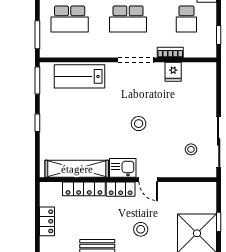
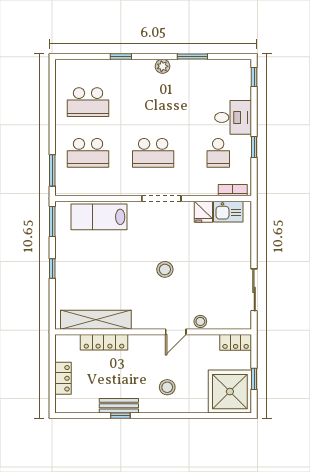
window: (219, 35) -> (254, 147), moved
bookcase: (170, 52) -> (233, 190), moved
sliding door: (219, 142) -> (254, 290), width x0.73
stool: (191, 149) -> (200, 321), moved
kitchen sink: (123, 168) -> (228, 212), moved, turned 180
door: (148, 180) -> (176, 332), hinge flipped
locker: (121, 189) -> (236, 342), moved

